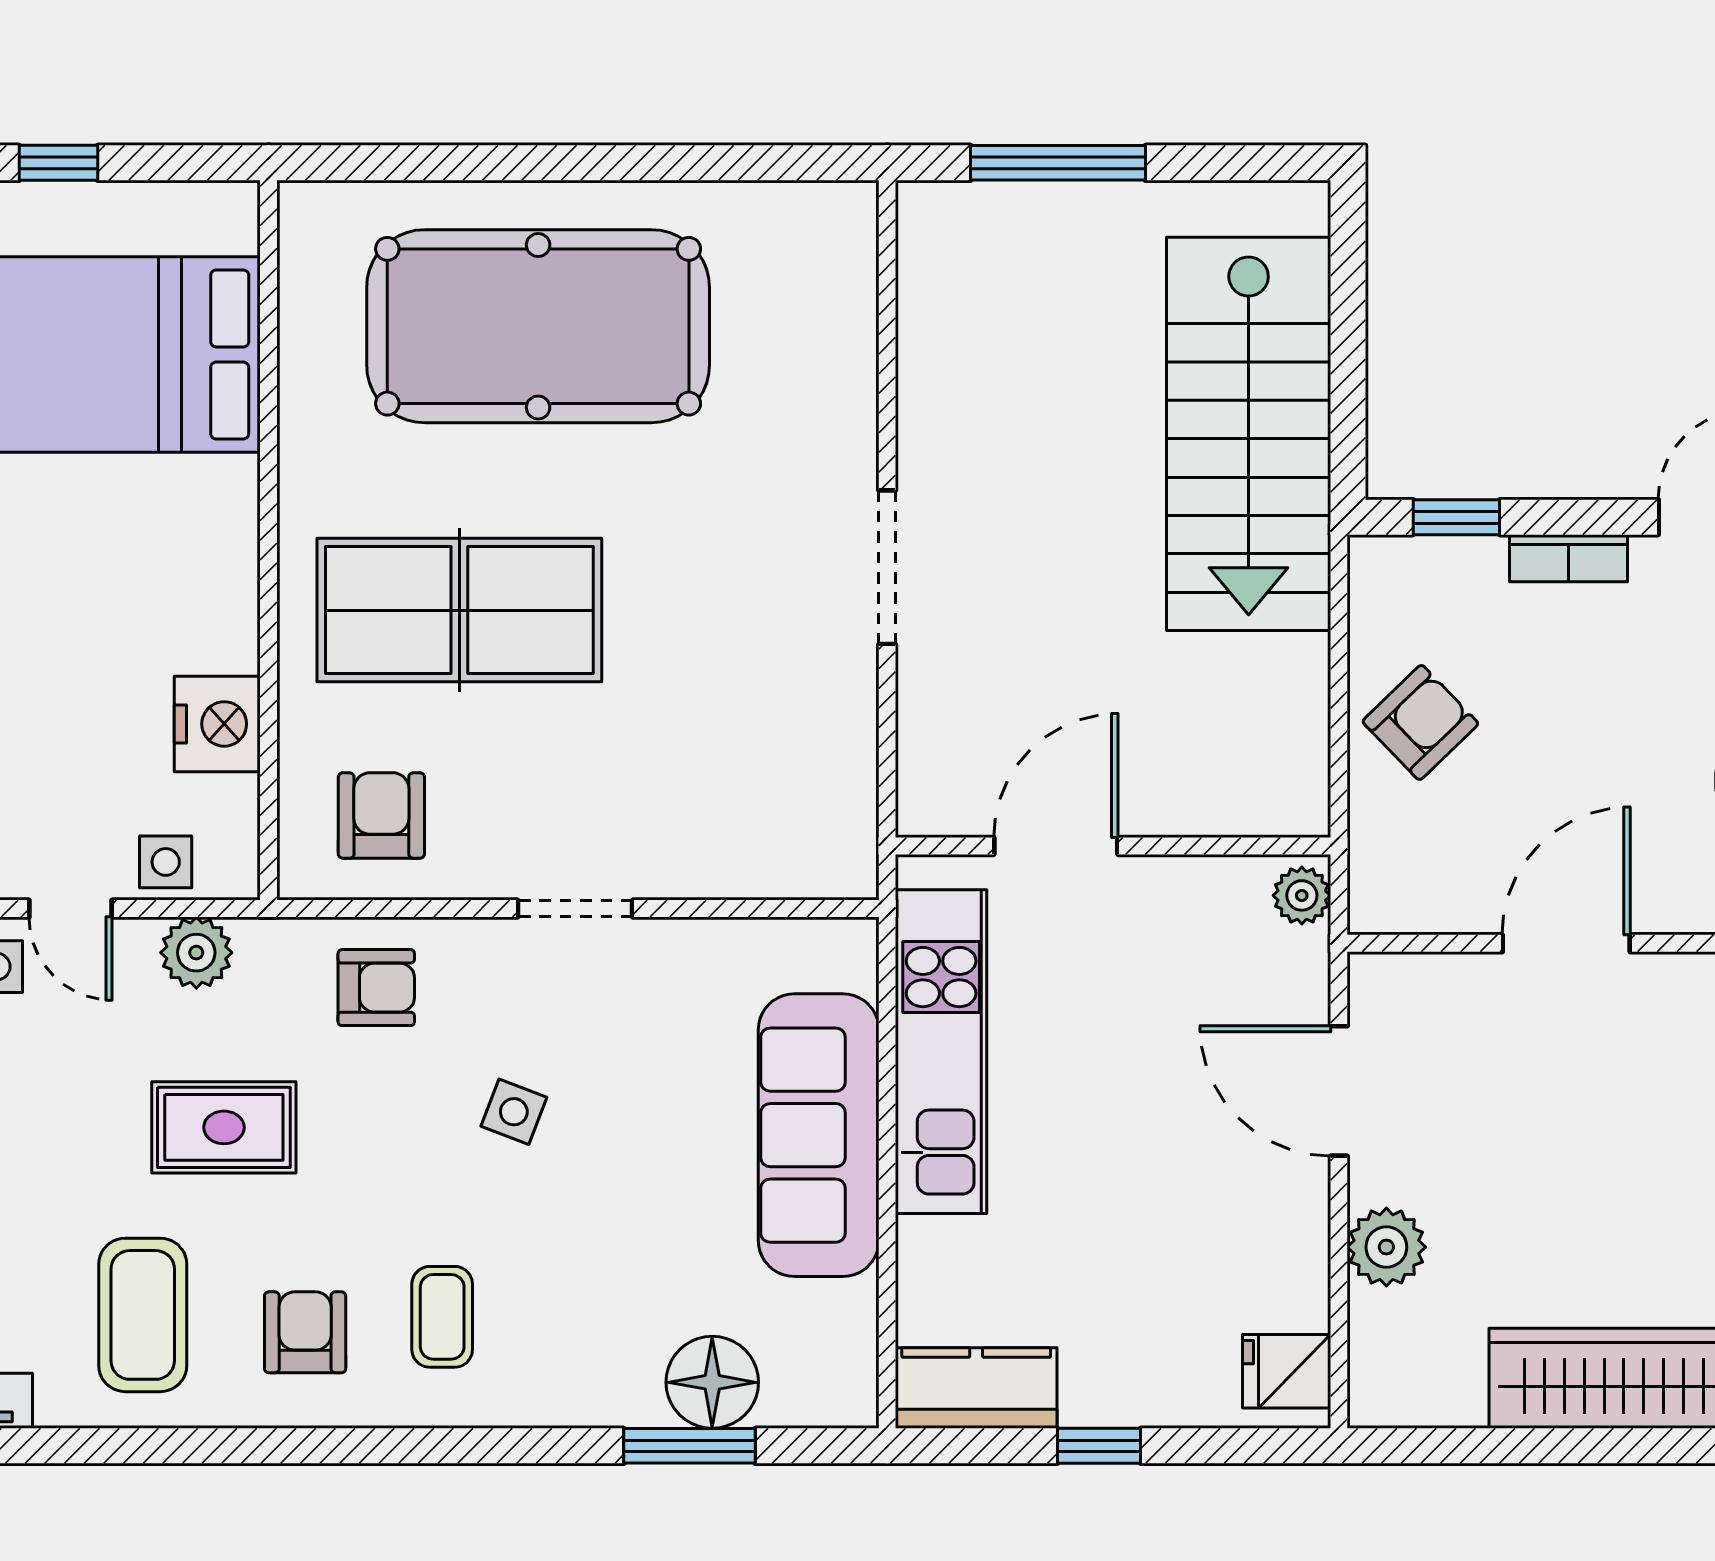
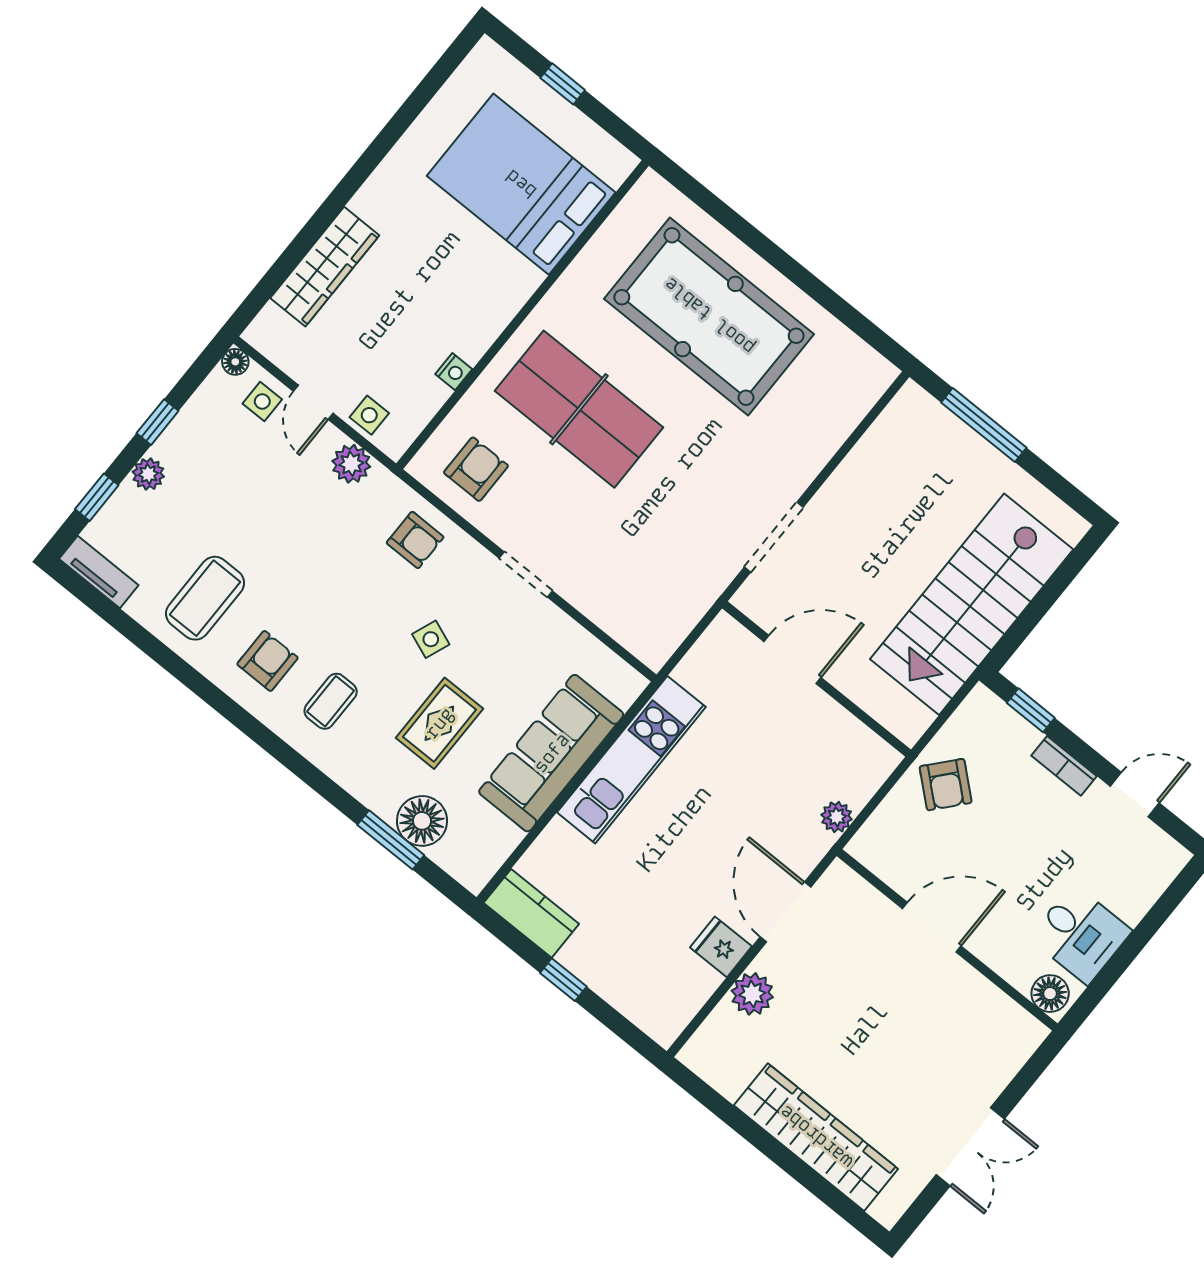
armchair: (1420, 722) -> (946, 785), turned 85
nightstand: (217, 724) -> (454, 372), width x0.53, depth x0.56
door: (1056, 846) -> (792, 659), moved
wall: (1113, 846) -> (817, 679), moved
rug: (224, 1127) -> (439, 723), moved, turned 90
fridge: (1287, 1371) -> (721, 947), moved

